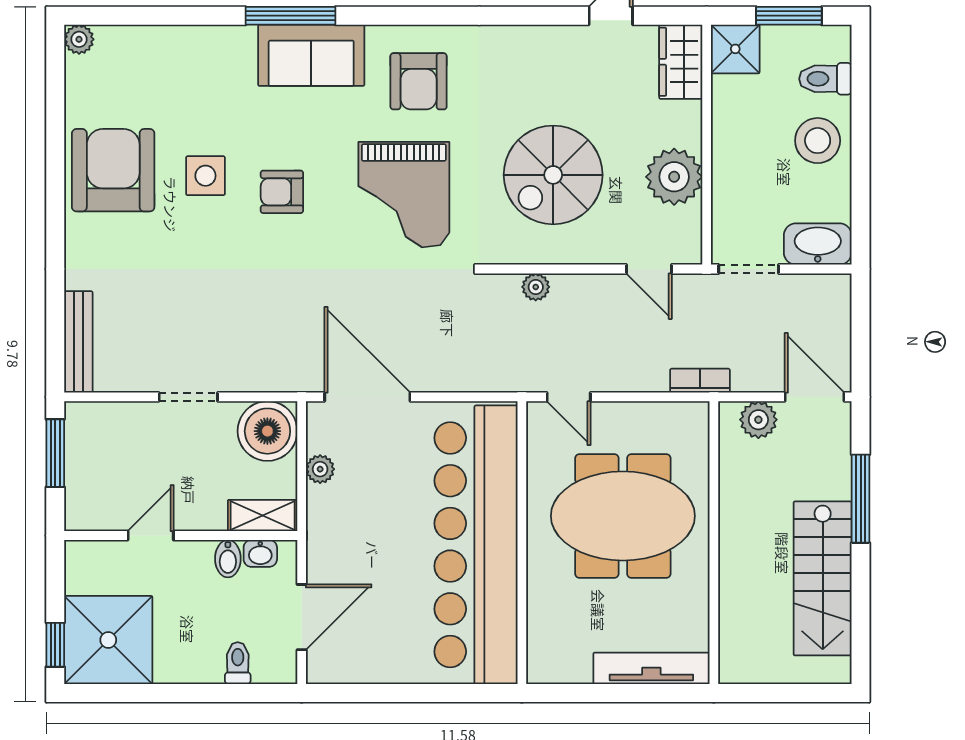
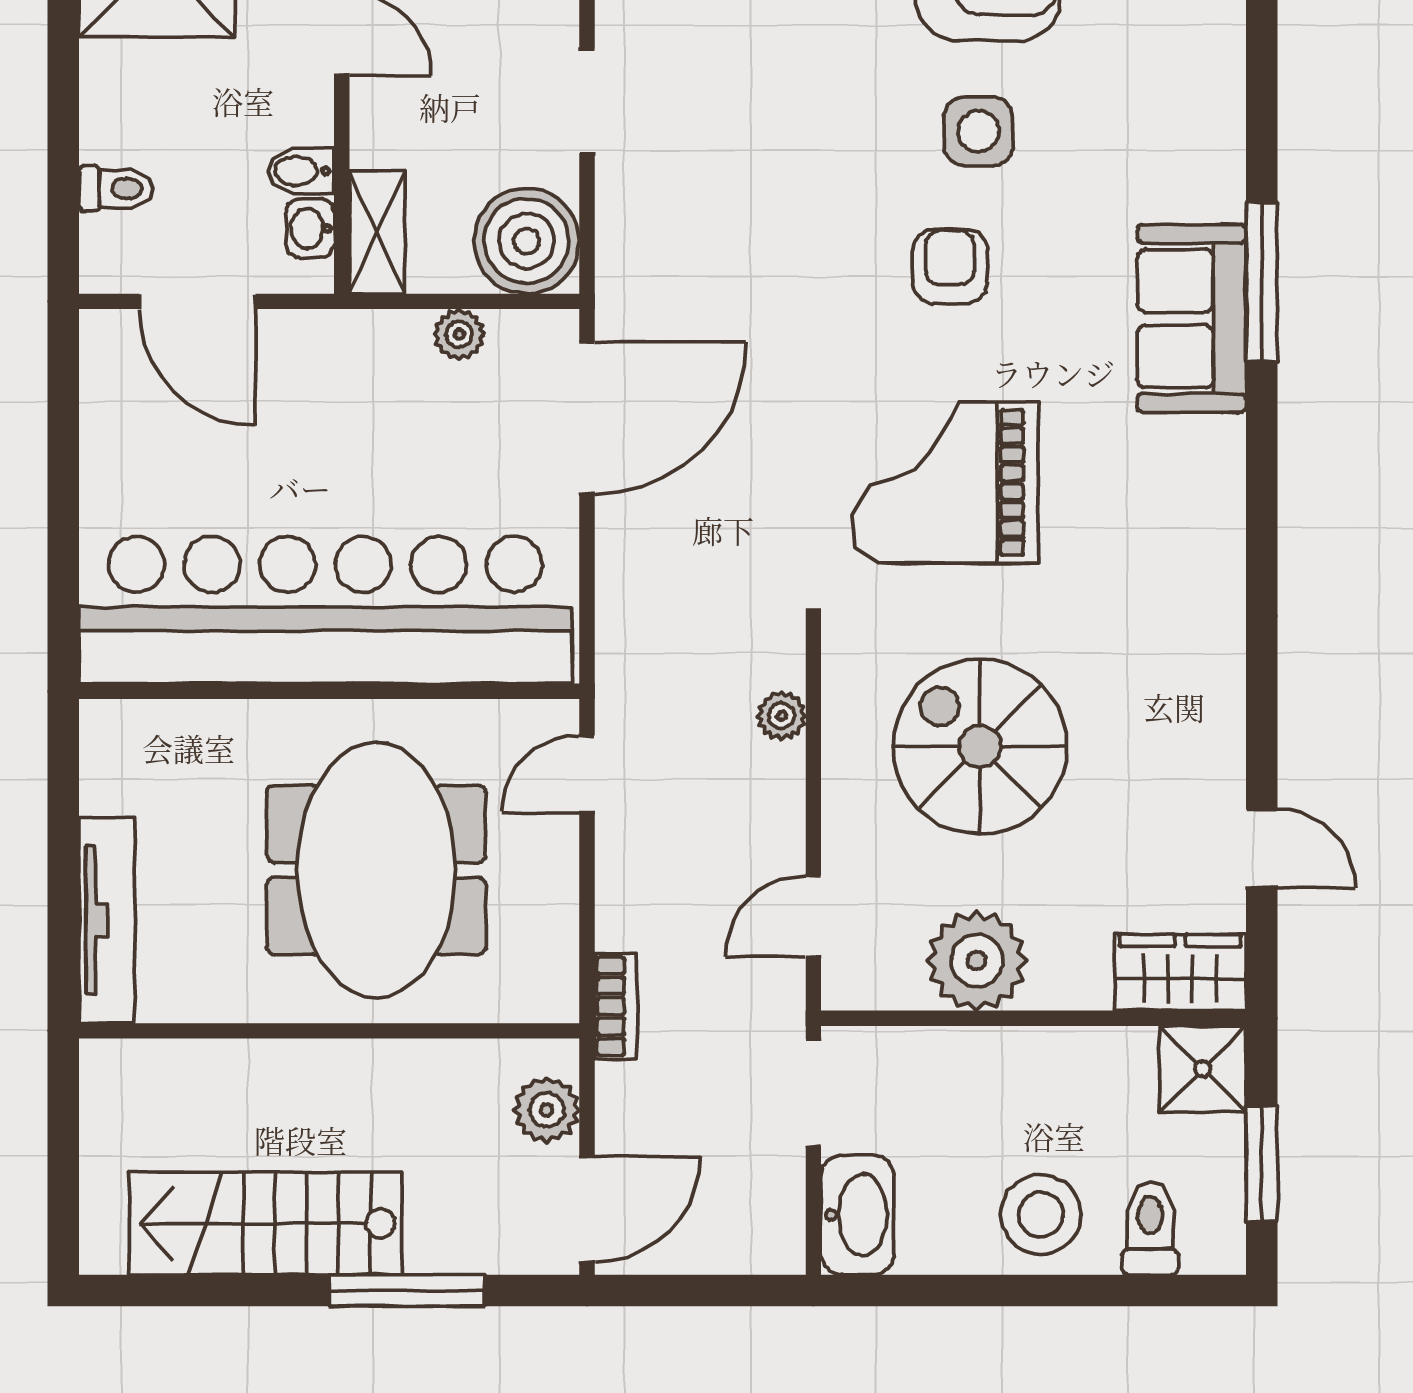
armchair: (419, 81) -> (1146, 508), removed

